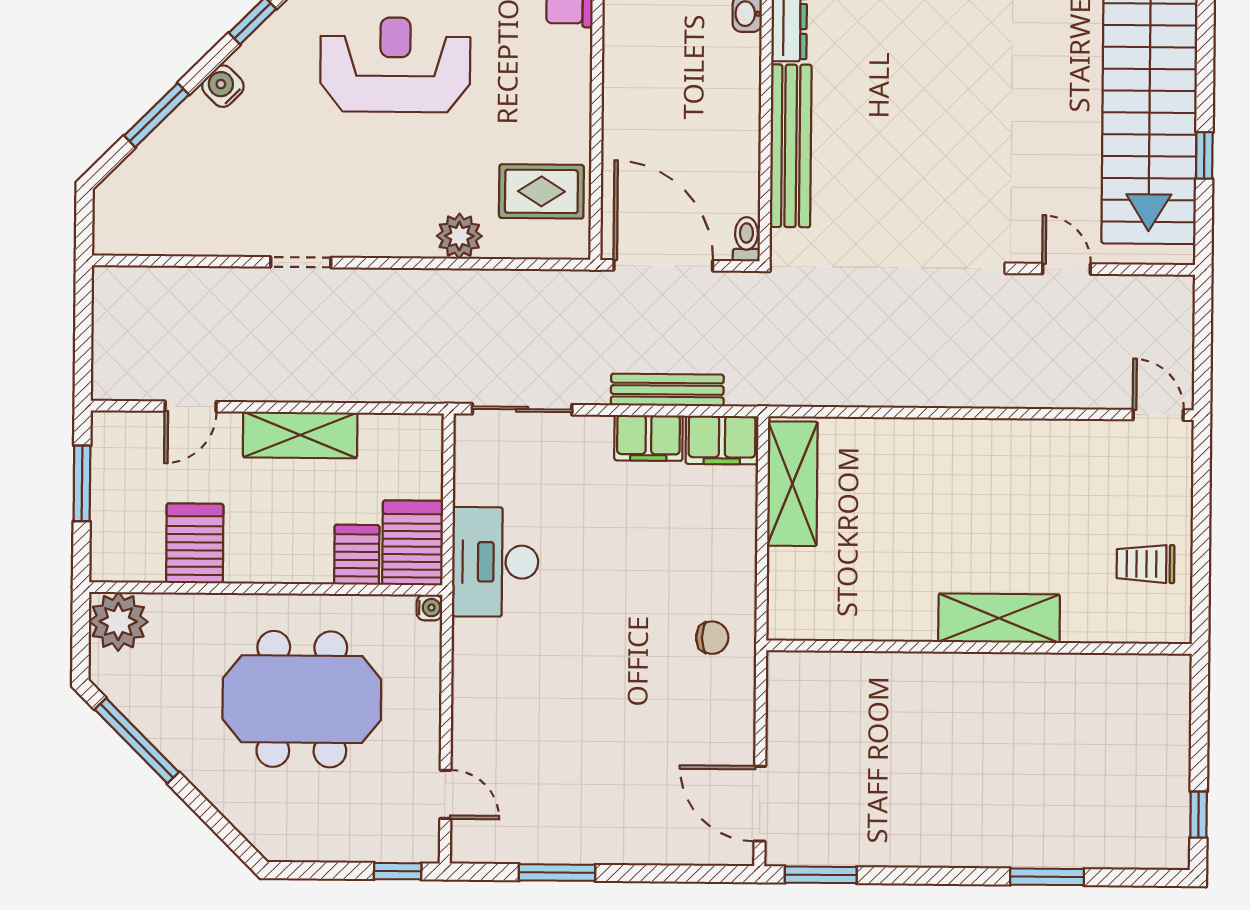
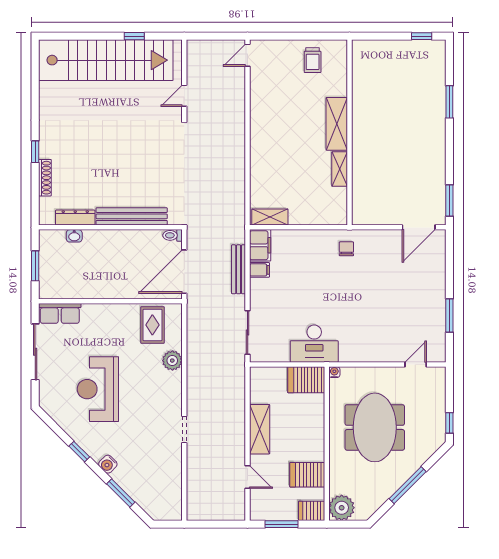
filing cabinet: (648, 438) -> (260, 270), width x0.50
shelving: (792, 484) -> (270, 217), width x0.67, depth x0.75
server rack: (357, 555) -> (312, 511), moved
shelving: (895, 624) -> (340, 169), added
window: (137, 741) -> (408, 485), moved
window: (398, 871) -> (449, 423), moved

